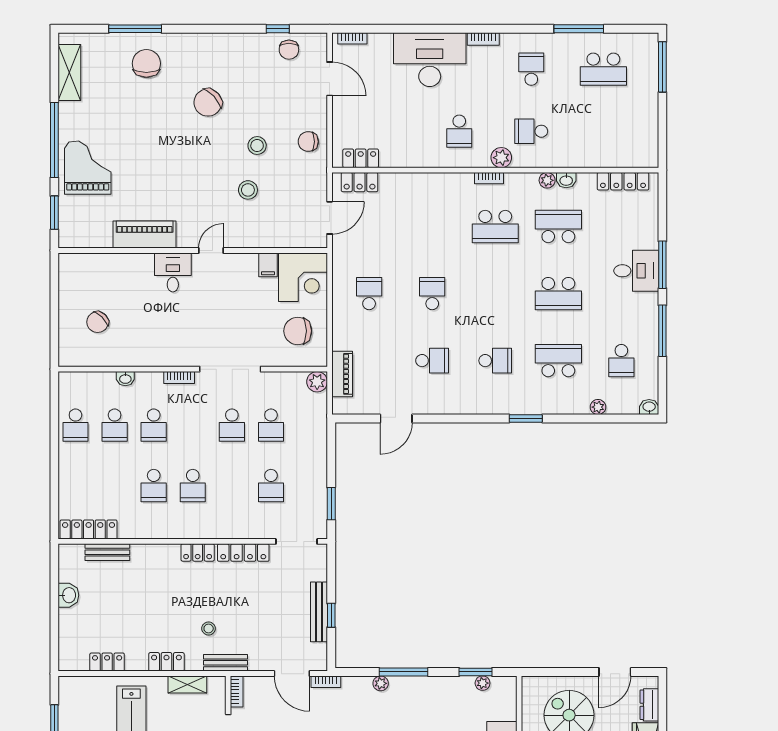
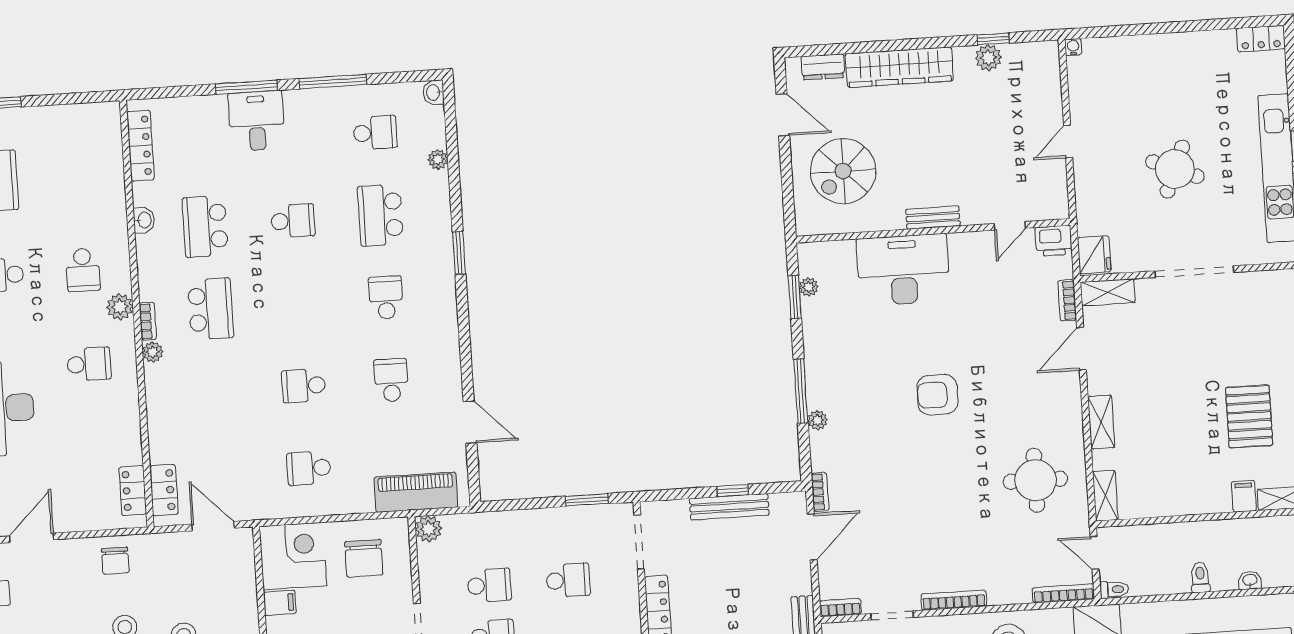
plant: (547, 180) -> (153, 352), moved
school desk: (558, 294) -> (293, 221), width x0.54
piano: (342, 374) -> (416, 492), width x1.37, depth x1.33

